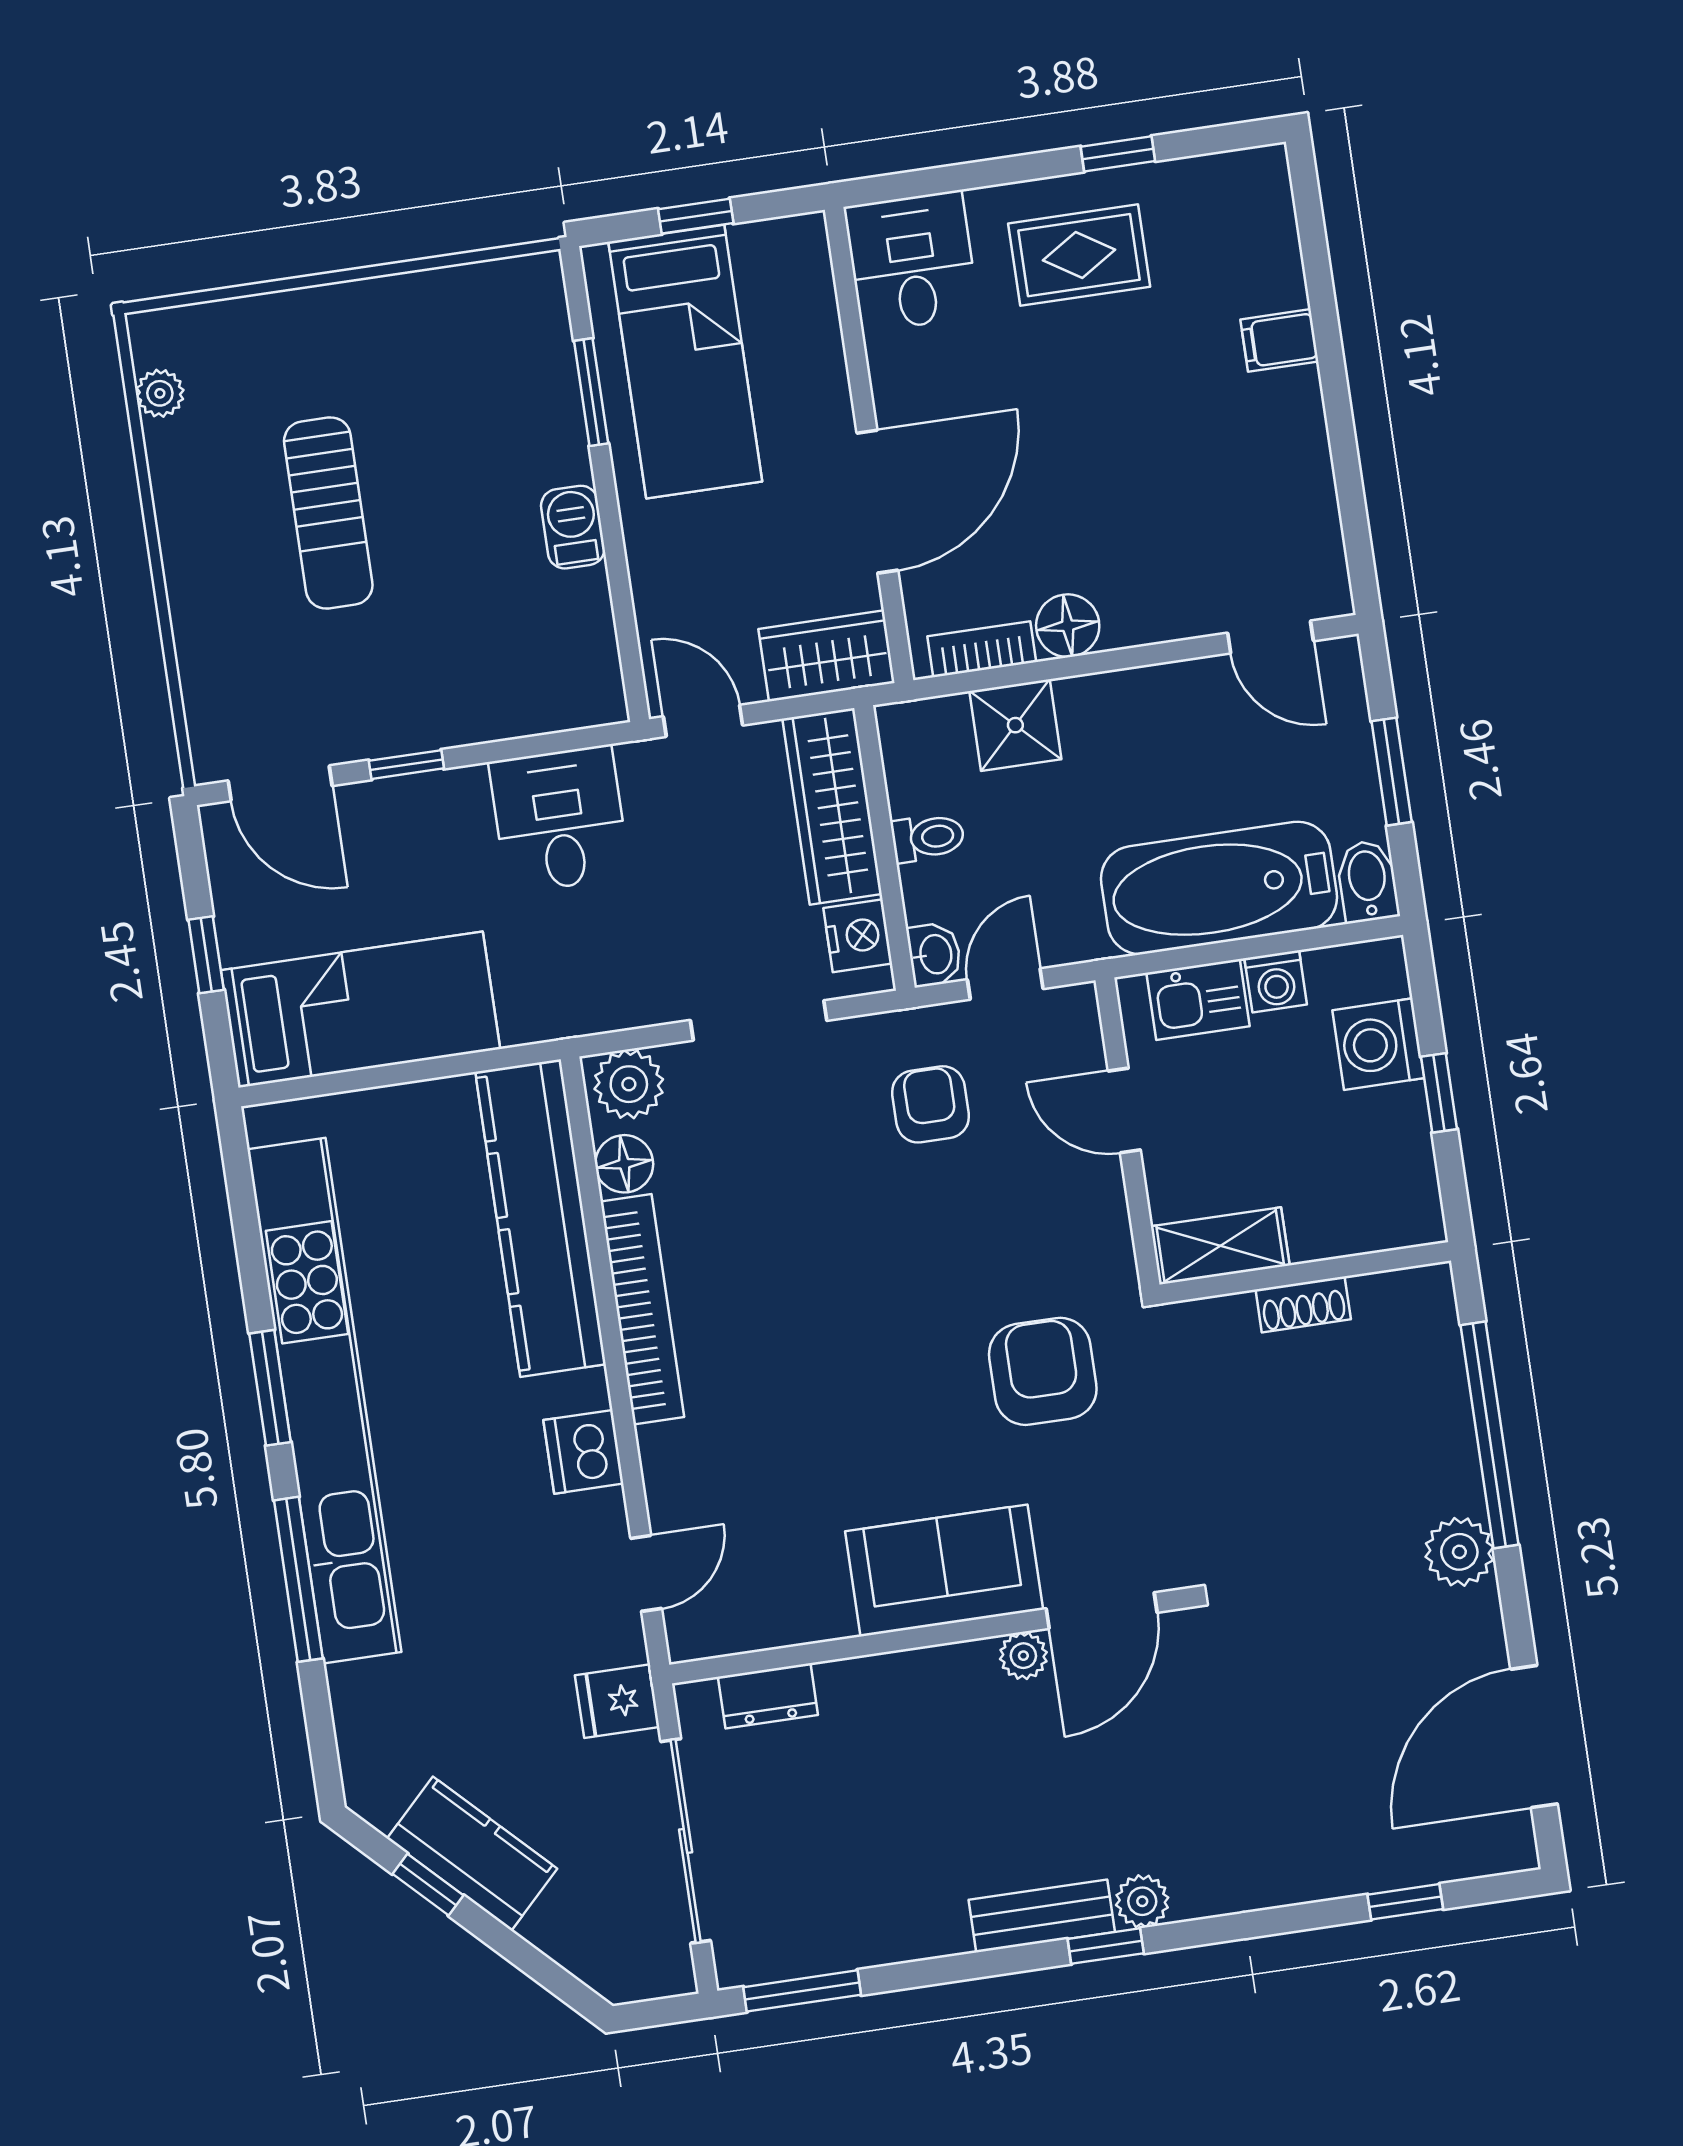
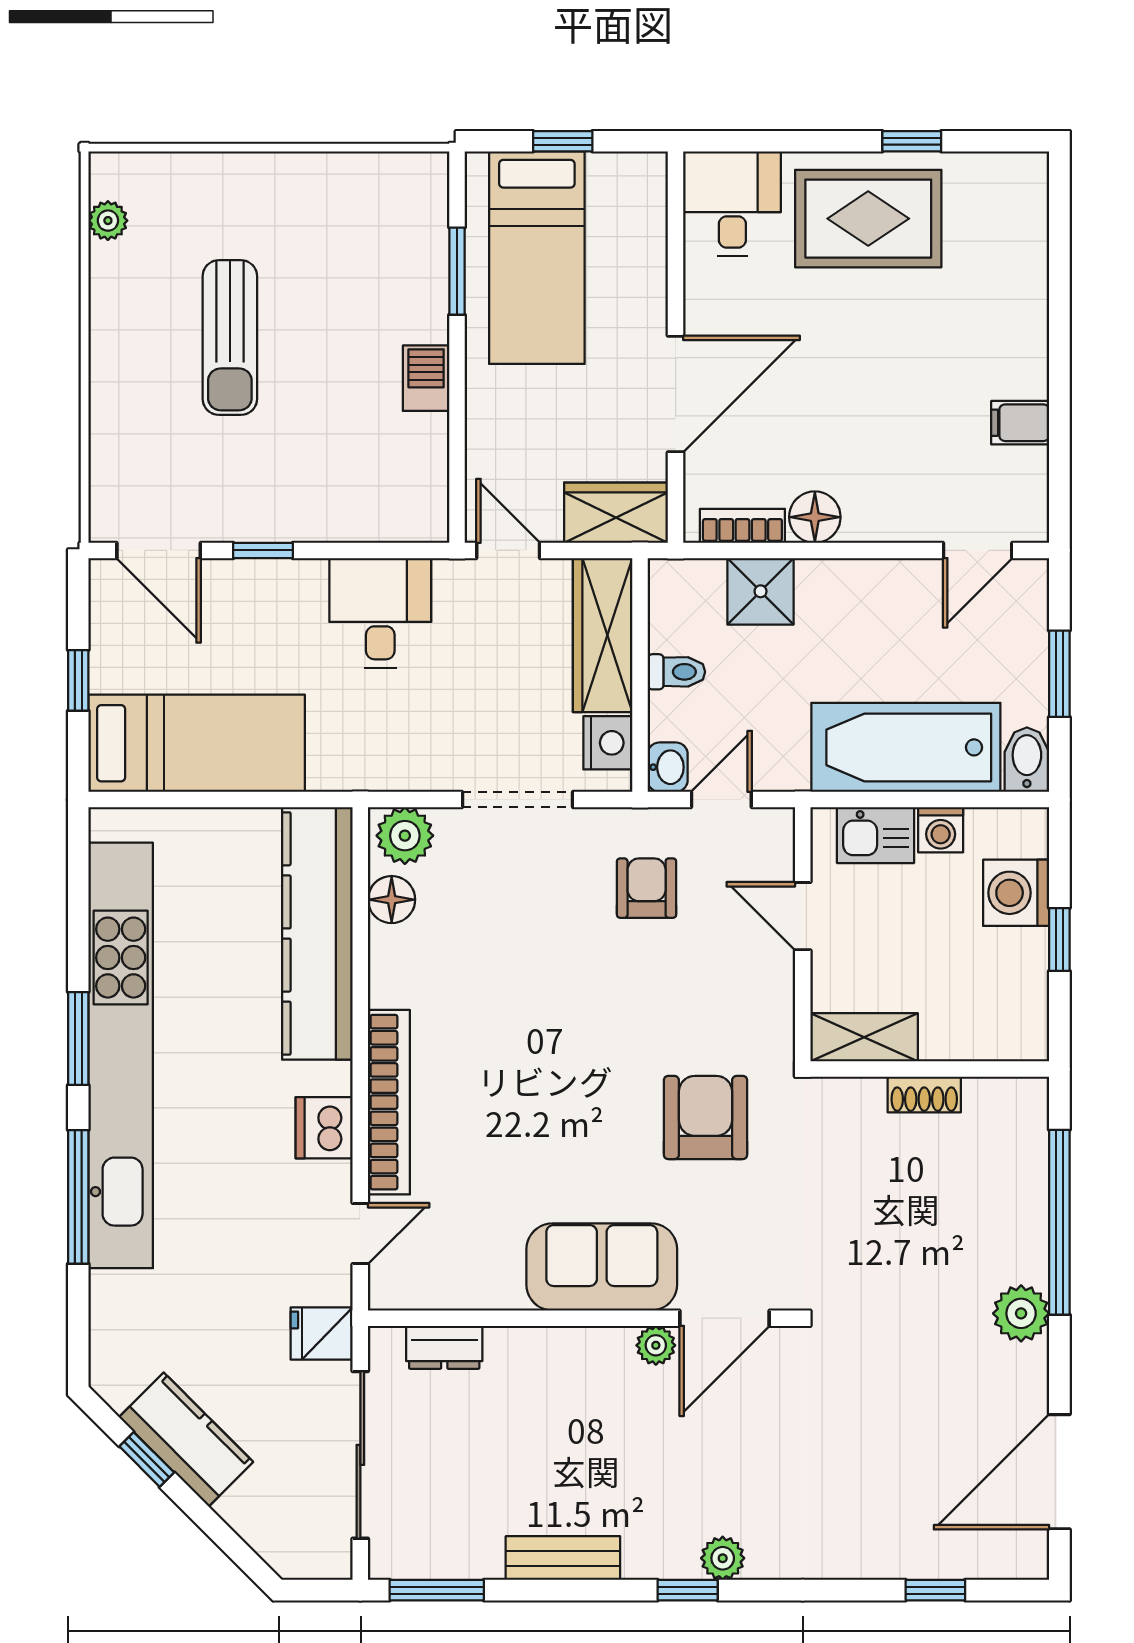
rug: (1079, 255) -> (868, 219), width x1.36, depth x1.43
filing cabinet: (1279, 340) -> (1020, 423), moved
door: (1271, 637) -> (978, 550), hinge flipped
bookcase: (642, 1309) -> (389, 1102), moved
bench: (1042, 1916) -> (563, 1558), moved

